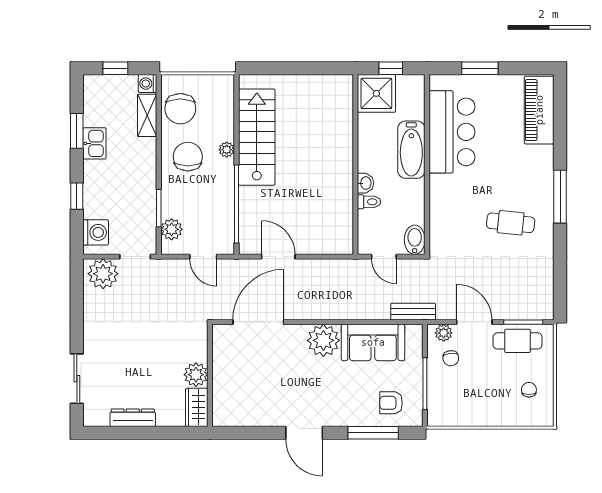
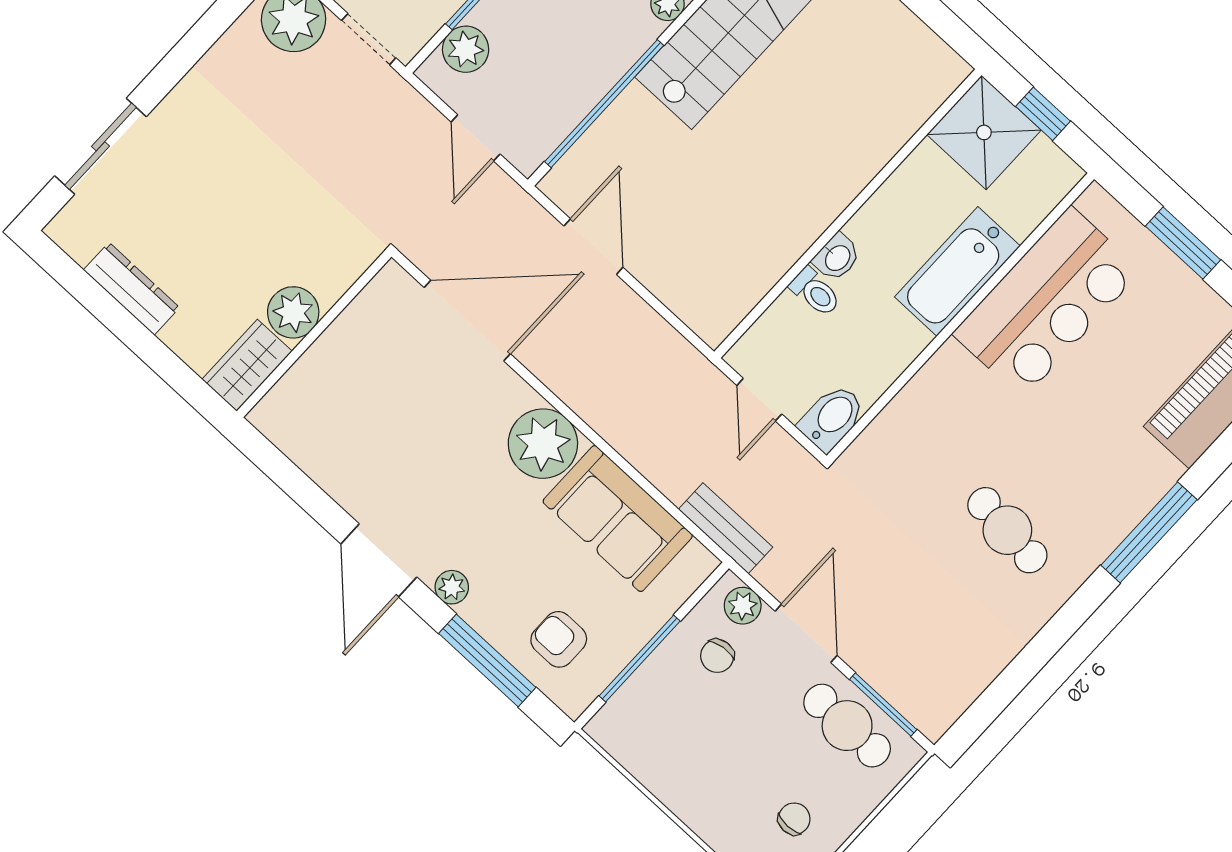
window: (560, 197) -> (1149, 532), moved
plant: (338, 419) -> (452, 587), added

